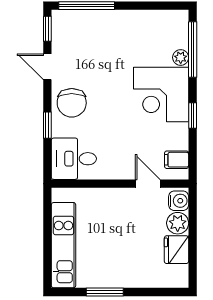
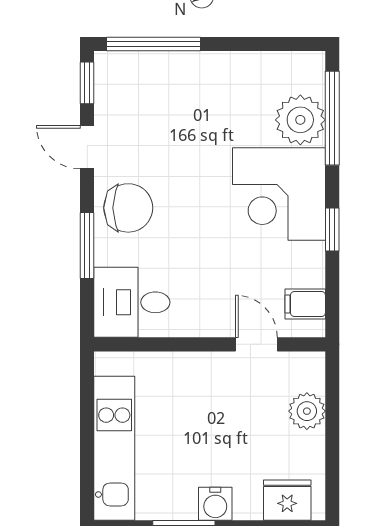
plant: (181, 57) -> (300, 120), width x1.87, depth x1.87
chair: (72, 103) -> (128, 208), turned -90
window: (47, 125) -> (87, 245), width x1.50
water cooler: (179, 201) -> (215, 504), moved, turned 90
fridge: (176, 250) -> (287, 500), moved, turned 90

